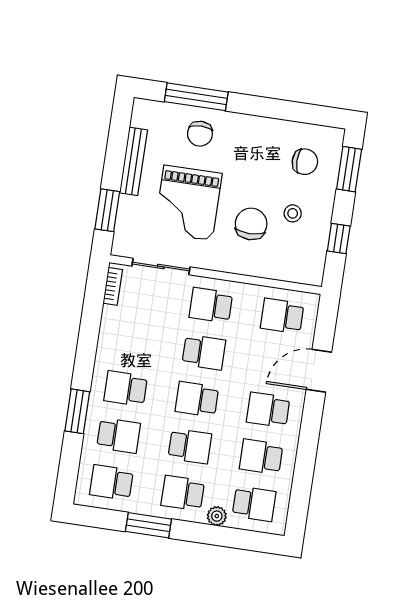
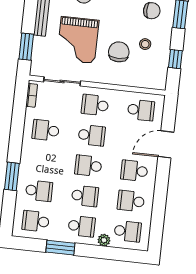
school desk: (282, 316) -> (141, 110), turned 180
school desk: (126, 389) -> (46, 130), moved
school desk: (183, 493) -> (82, 226), turned 180

